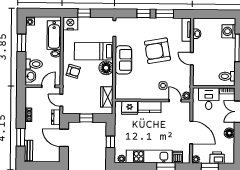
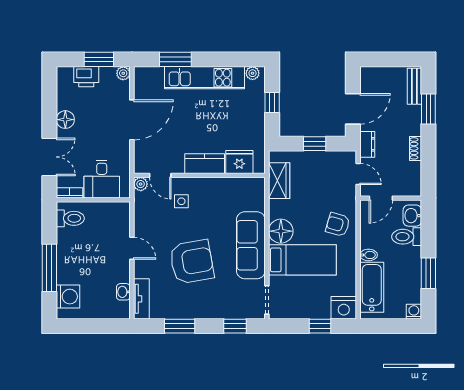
window: (144, 14) -> (235, 326), moved
sofa: (123, 60) -> (251, 245), width x1.36
door: (191, 132) -> (132, 120), swing flipped
door: (64, 138) -> (353, 109), hinge flipped
dishwasher: (178, 157) -> (155, 77), removed

